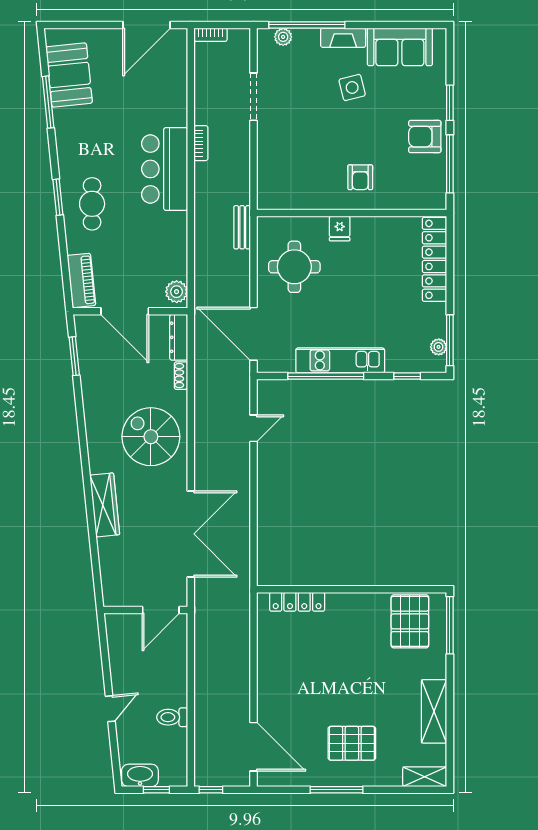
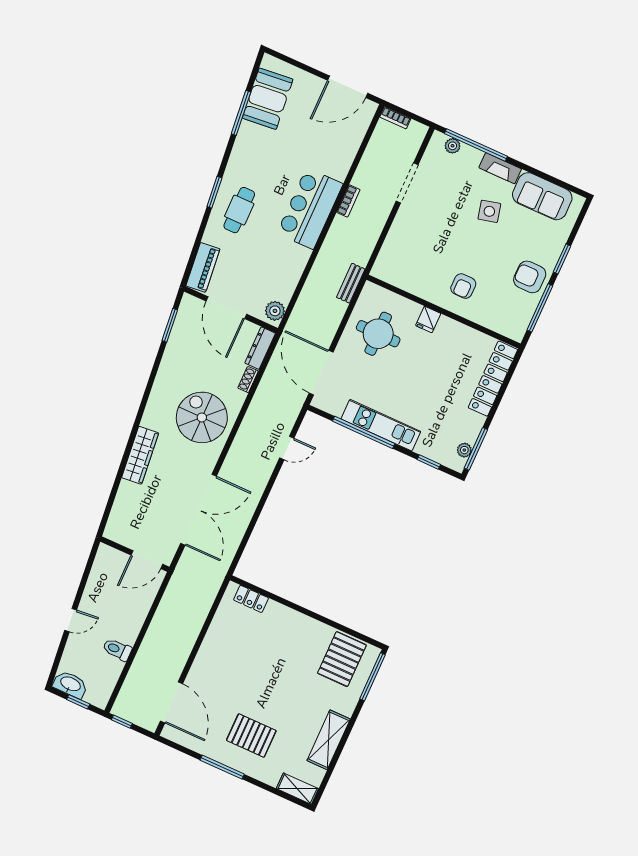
locker: (297, 602) -> (251, 599), width x0.66

